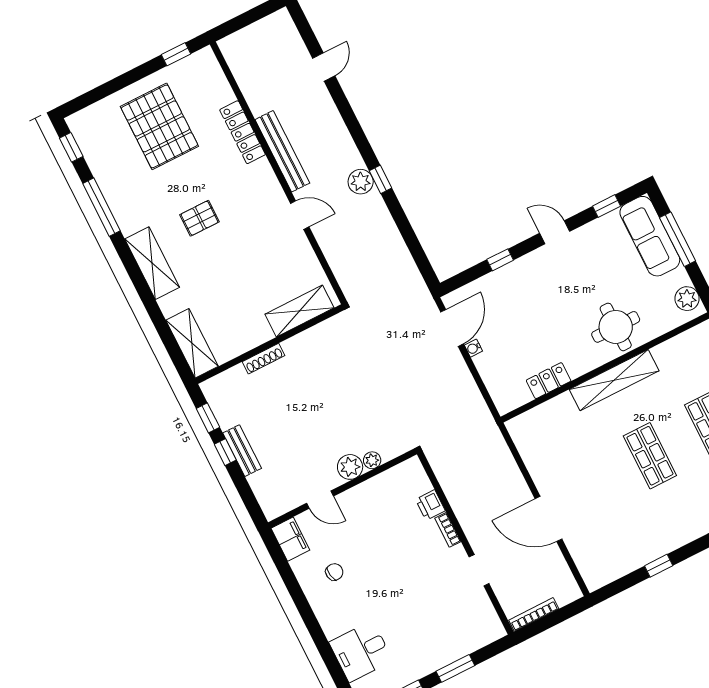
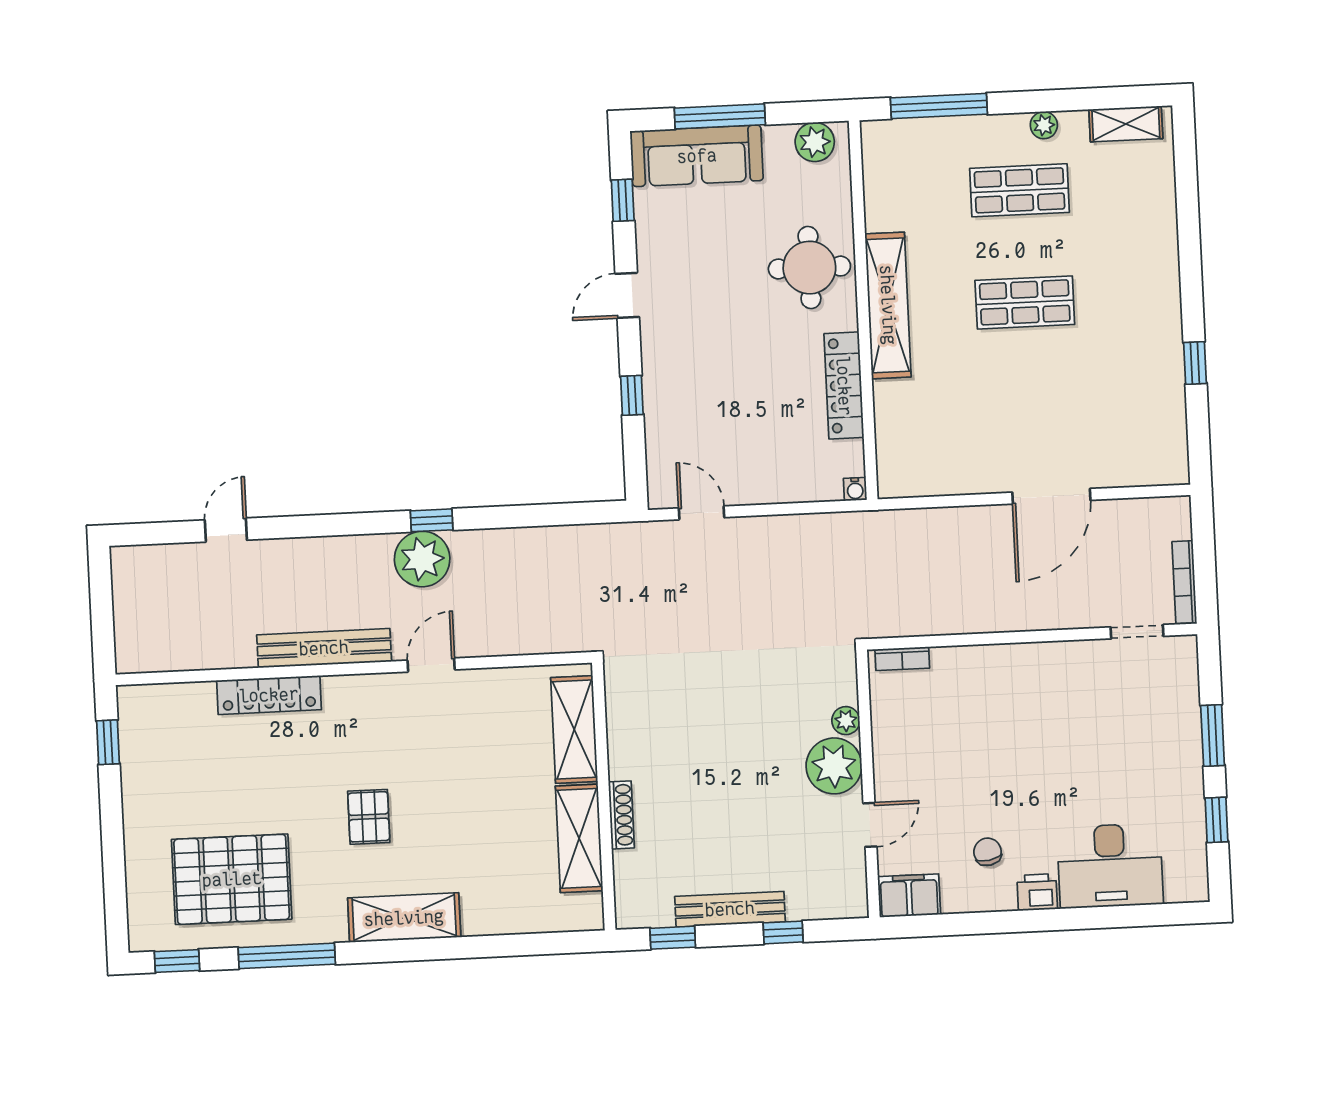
door: (324, 67) -> (226, 530), hinge flipped
pallet: (159, 126) -> (232, 879), moved
plant: (361, 182) -> (422, 559), width x1.36, depth x1.36
door: (452, 328) -> (701, 513), width x0.73
shelving: (192, 343) -> (579, 838), moved, turned 90
water cooler: (473, 348) -> (855, 489), moved
locker: (549, 381) -> (844, 386), width x1.53
bench: (242, 451) -> (730, 909), width x1.36
window: (225, 452) -> (783, 932), moved
plant: (350, 467) -> (834, 766), width x1.36, depth x1.36
printer: (430, 505) -> (1037, 892), moved, turned 180
bookcase: (448, 530) -> (902, 659), moved
doorway: (479, 570) -> (1137, 632), moved
desk: (361, 651) -> (1110, 866), width x1.37

